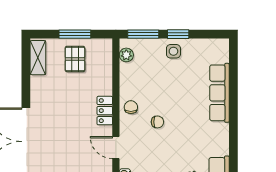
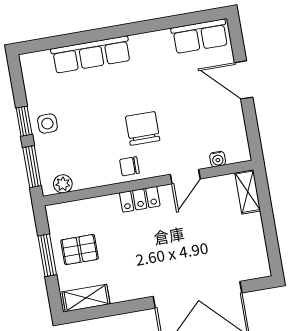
chair: (157, 122) -> (143, 128), width x1.87, depth x1.87

